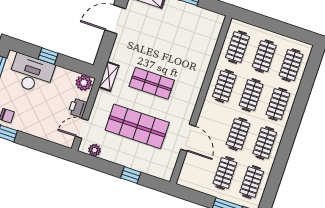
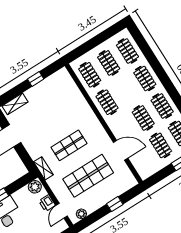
clothes rail: (251, 95) -> (126, 90), removed

